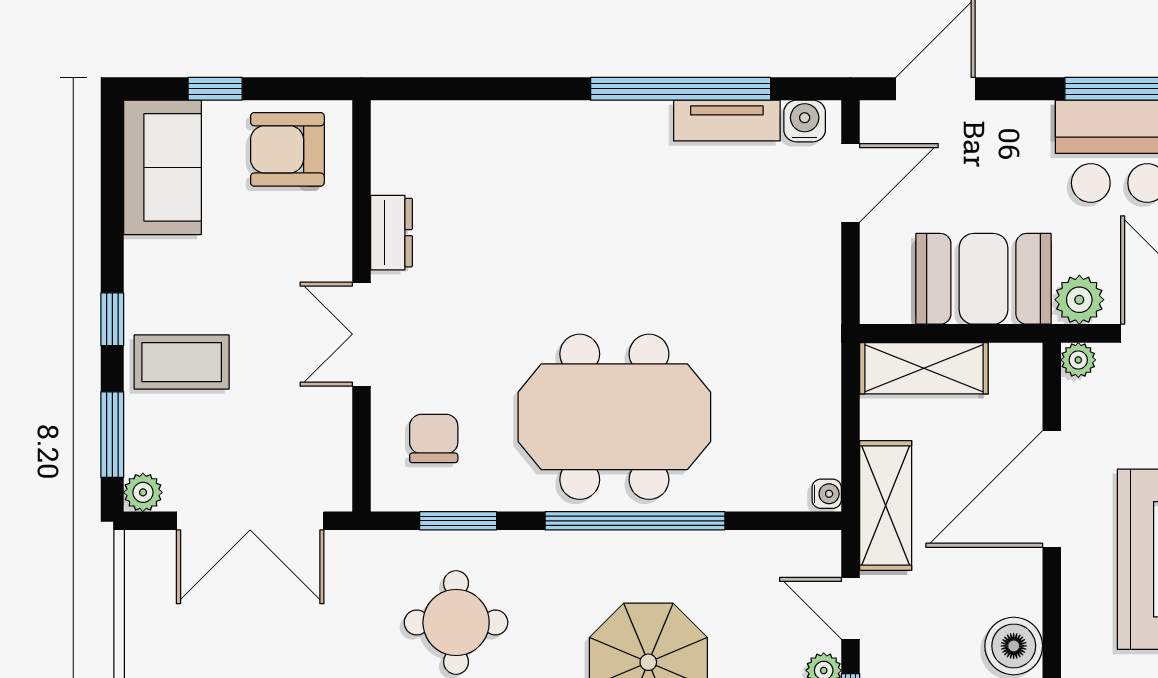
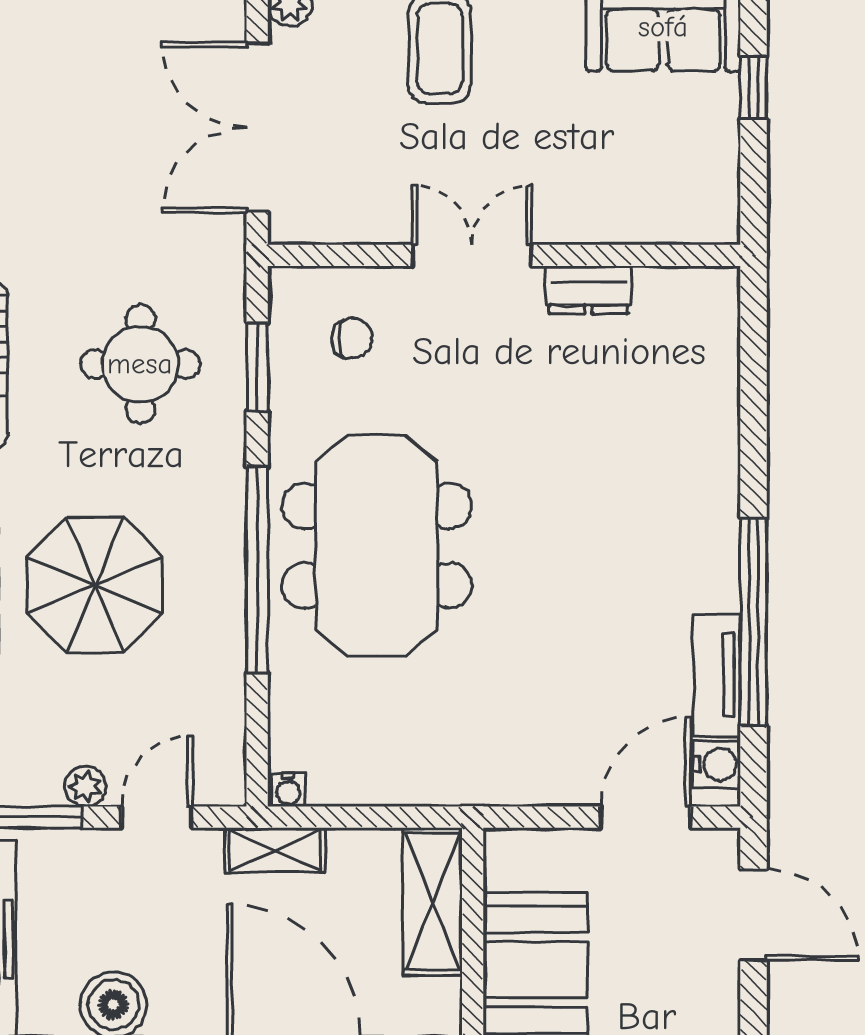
armchair: (287, 149) -> (684, 170), removed
door: (851, 183) -> (645, 817), swing flipped
chair: (434, 438) -> (352, 338), width x0.73, depth x0.73
shelving: (886, 505) -> (275, 850), width x0.67, depth x0.75

